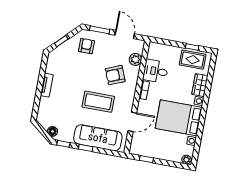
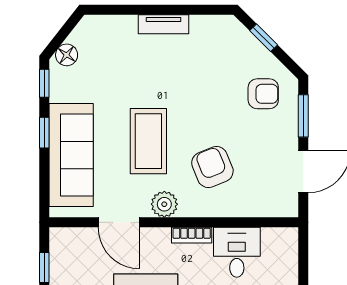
plant: (135, 59) -> (164, 204), moved

